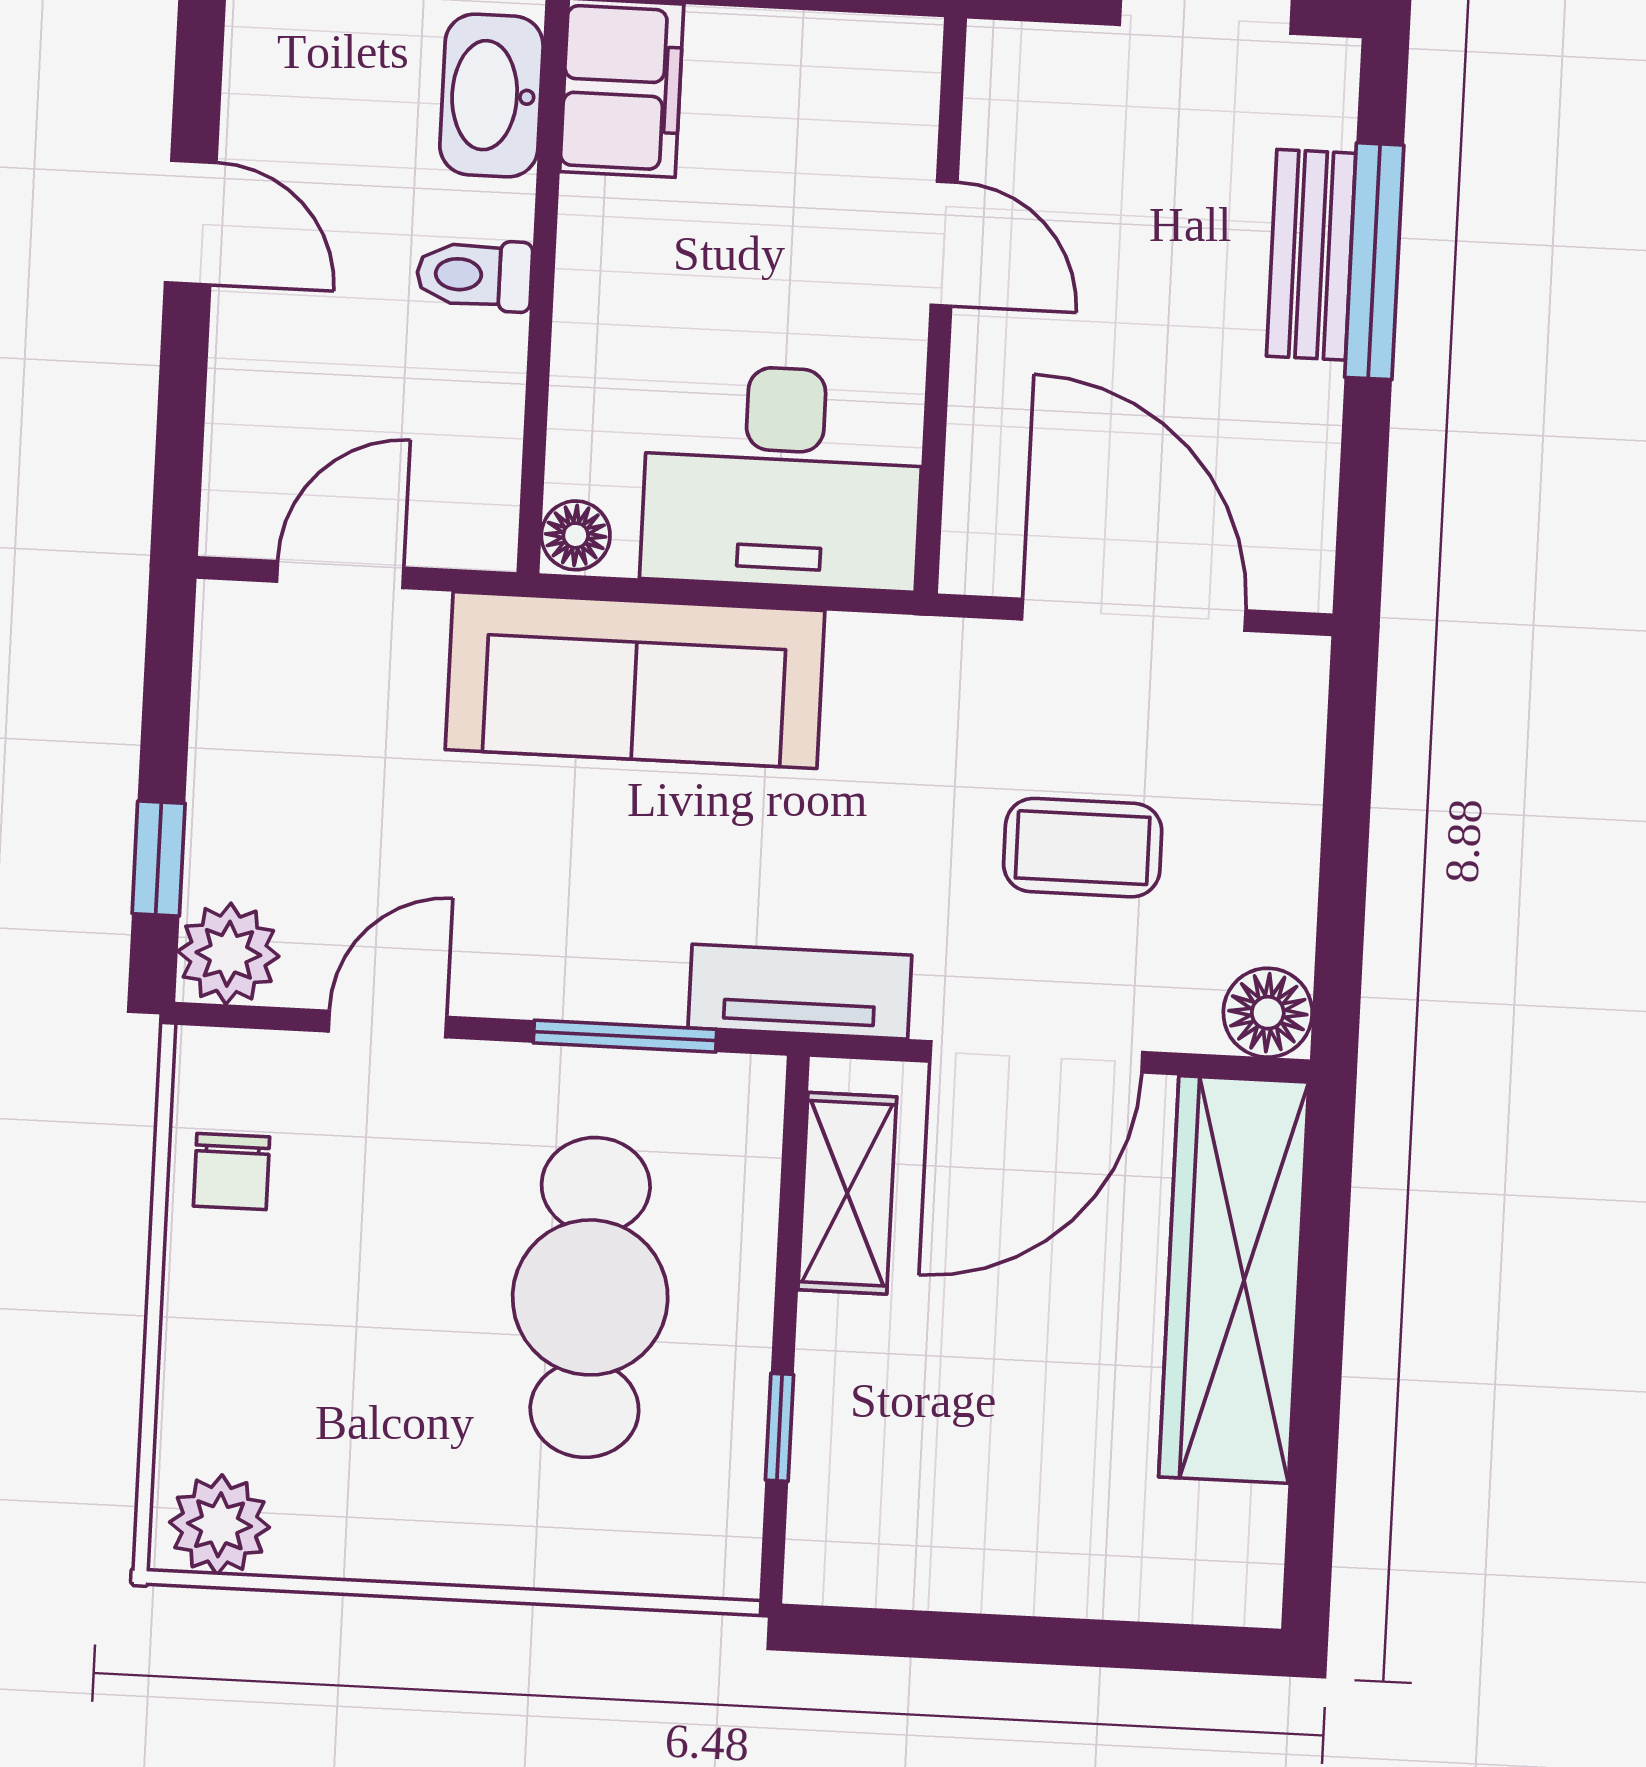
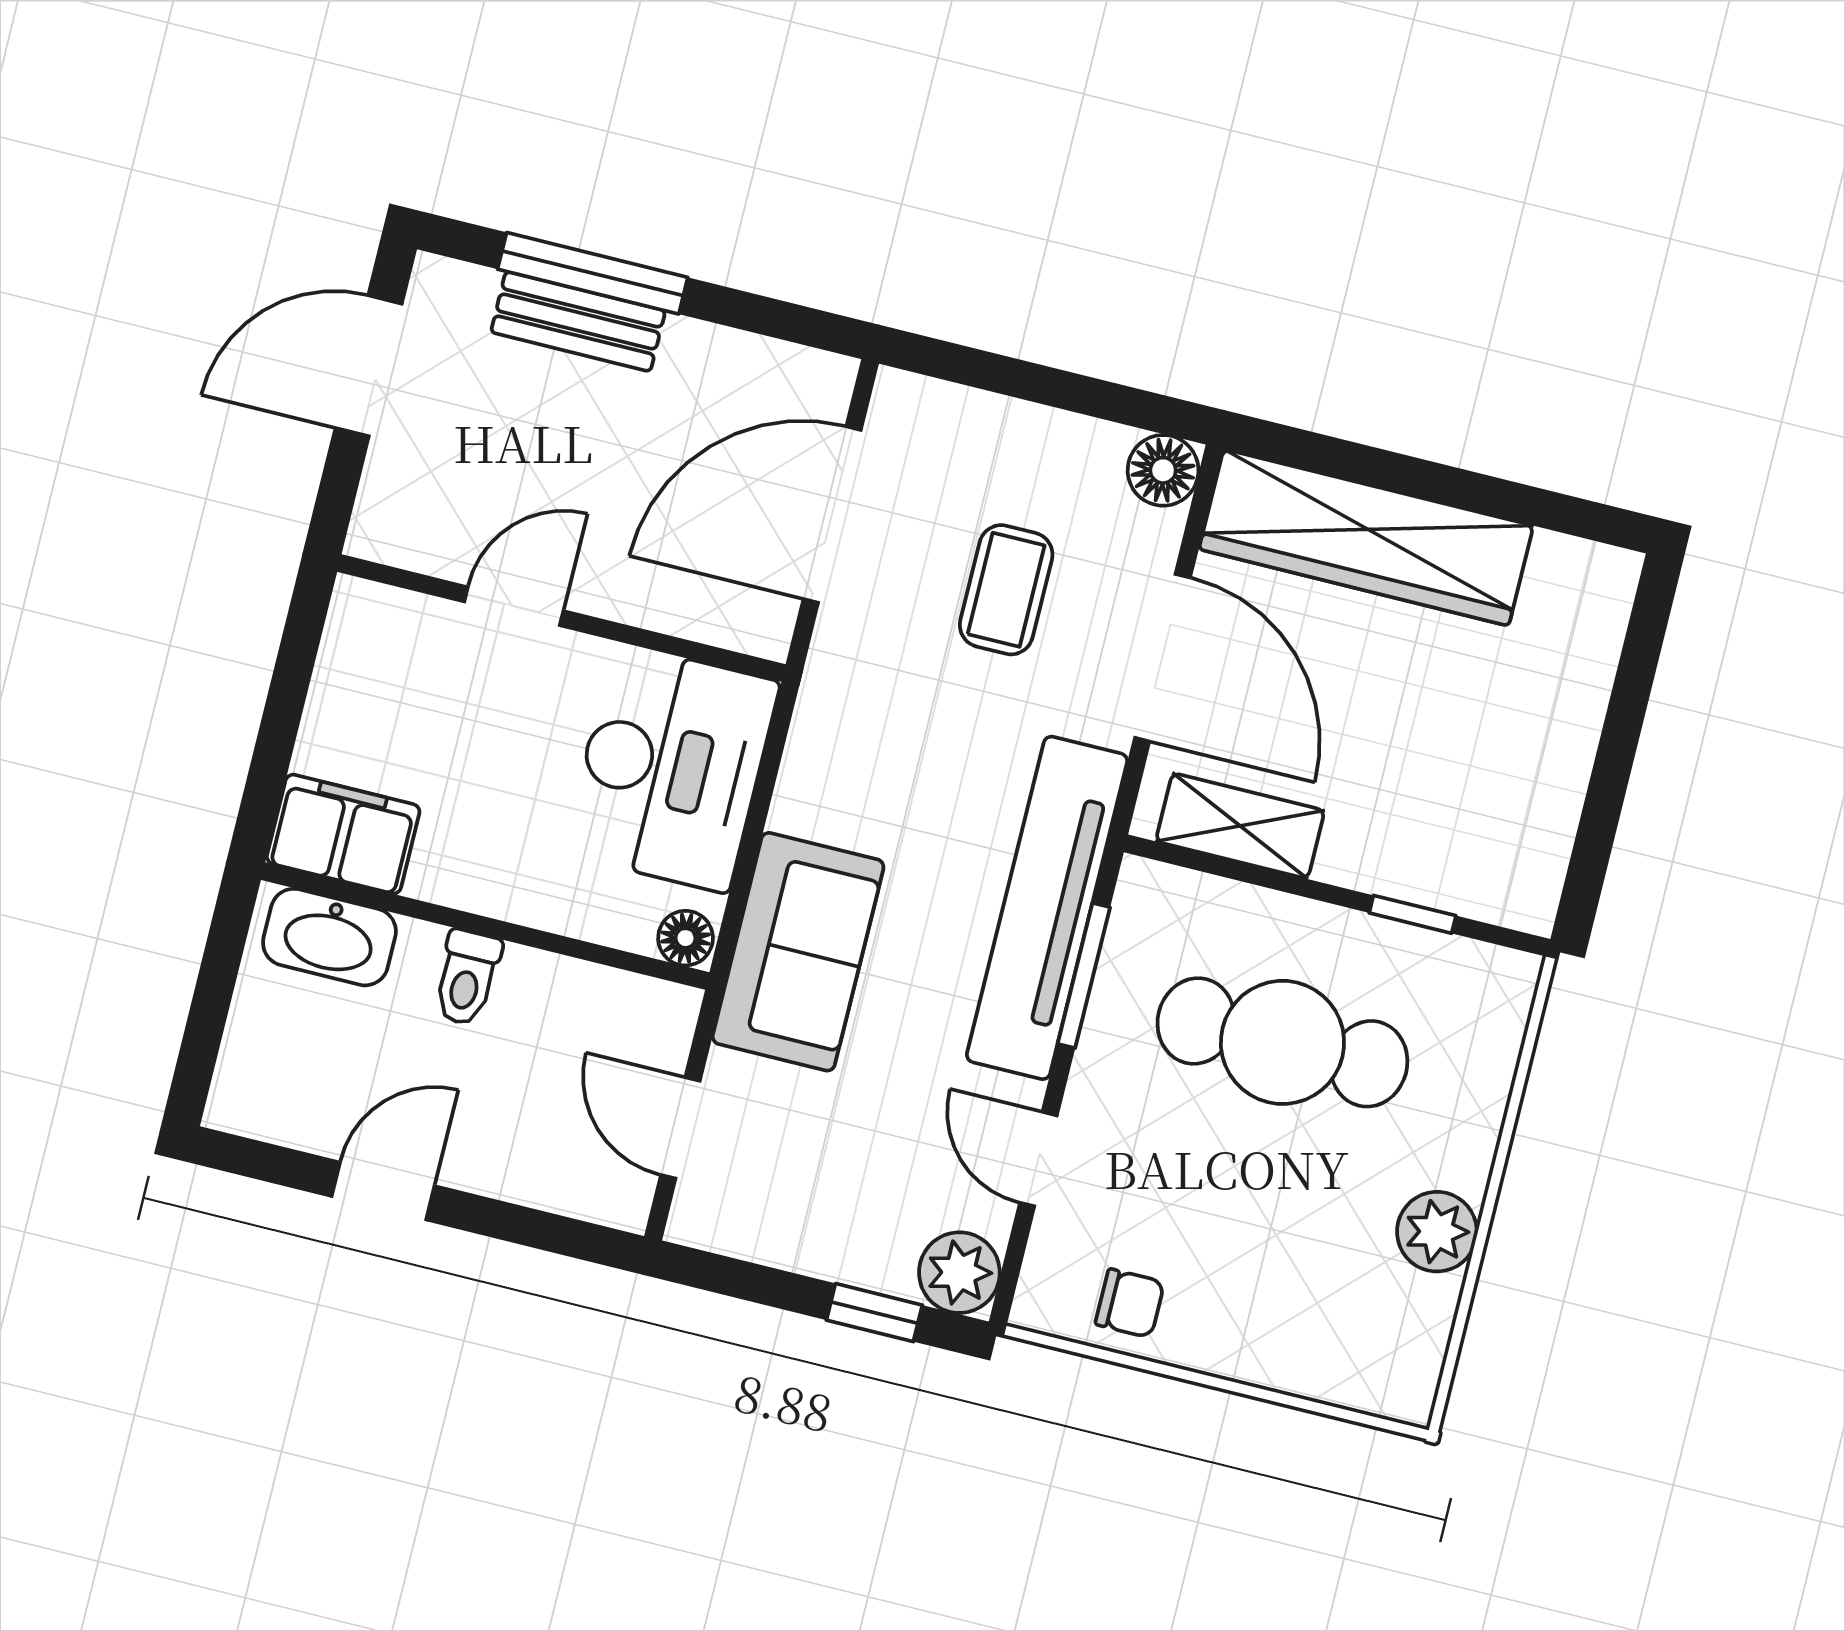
sofa: (635, 680) -> (798, 952), width x0.73
tv unit: (800, 992) -> (1047, 908), width x1.92, depth x1.29
plant: (219, 1525) -> (1437, 1232), moved

